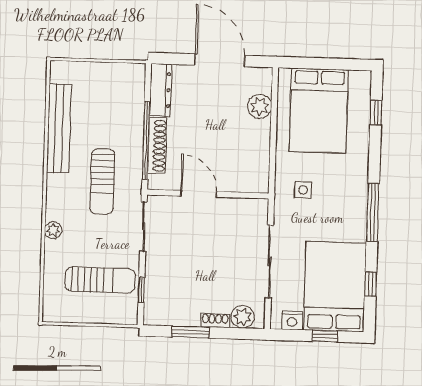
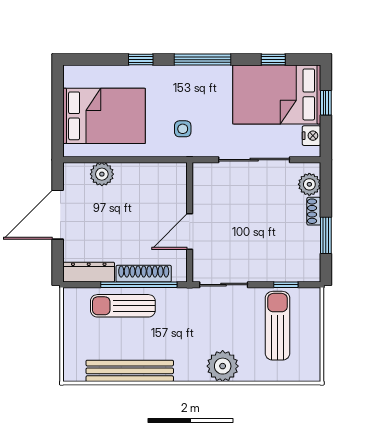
window: (376, 113) -> (141, 60), moved
sun lounger: (102, 181) -> (123, 306), moved, turned 180
plant: (53, 230) -> (223, 366), width x1.87, depth x1.87

